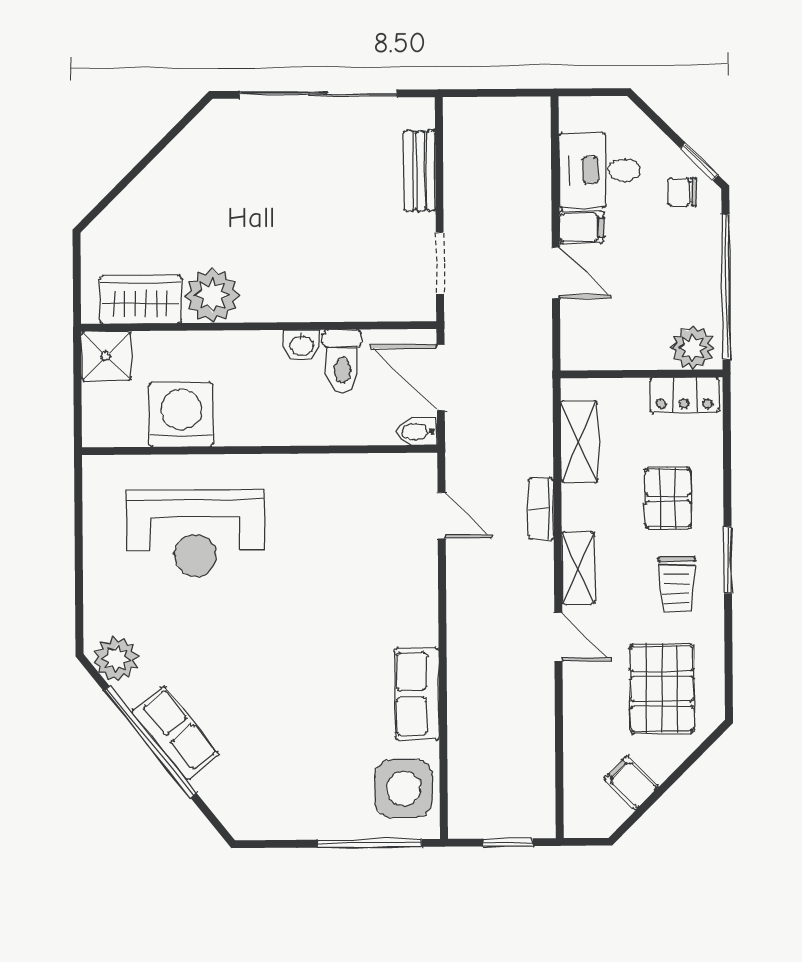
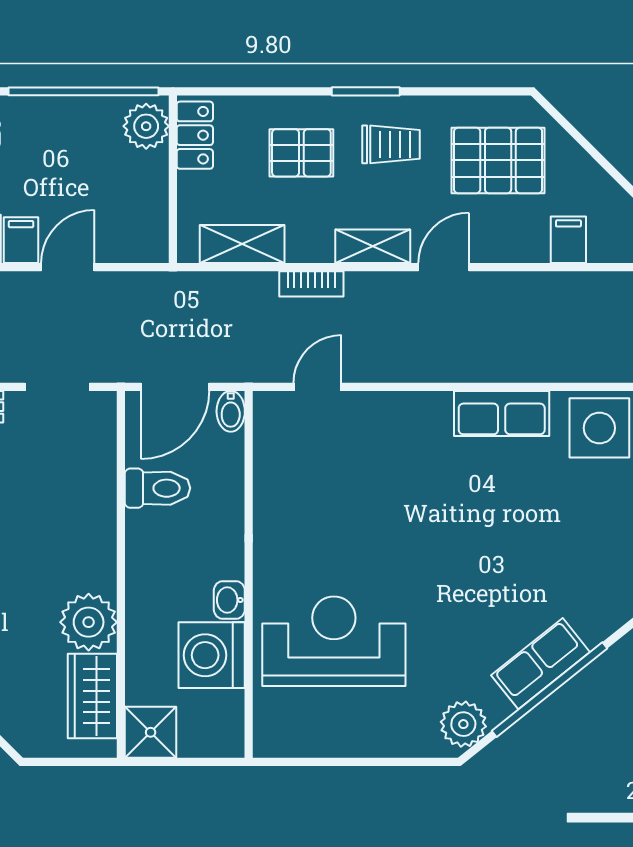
washbasin: (302, 345) -> (229, 600), moved, turned 180
reception desk: (195, 533) -> (334, 641), turned -90
filing cabinet: (631, 783) -> (568, 240), moved, turned 135

